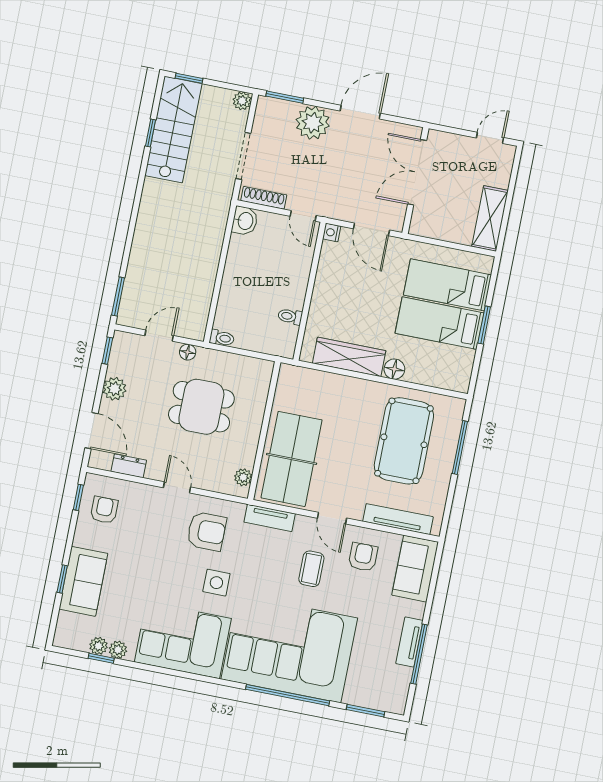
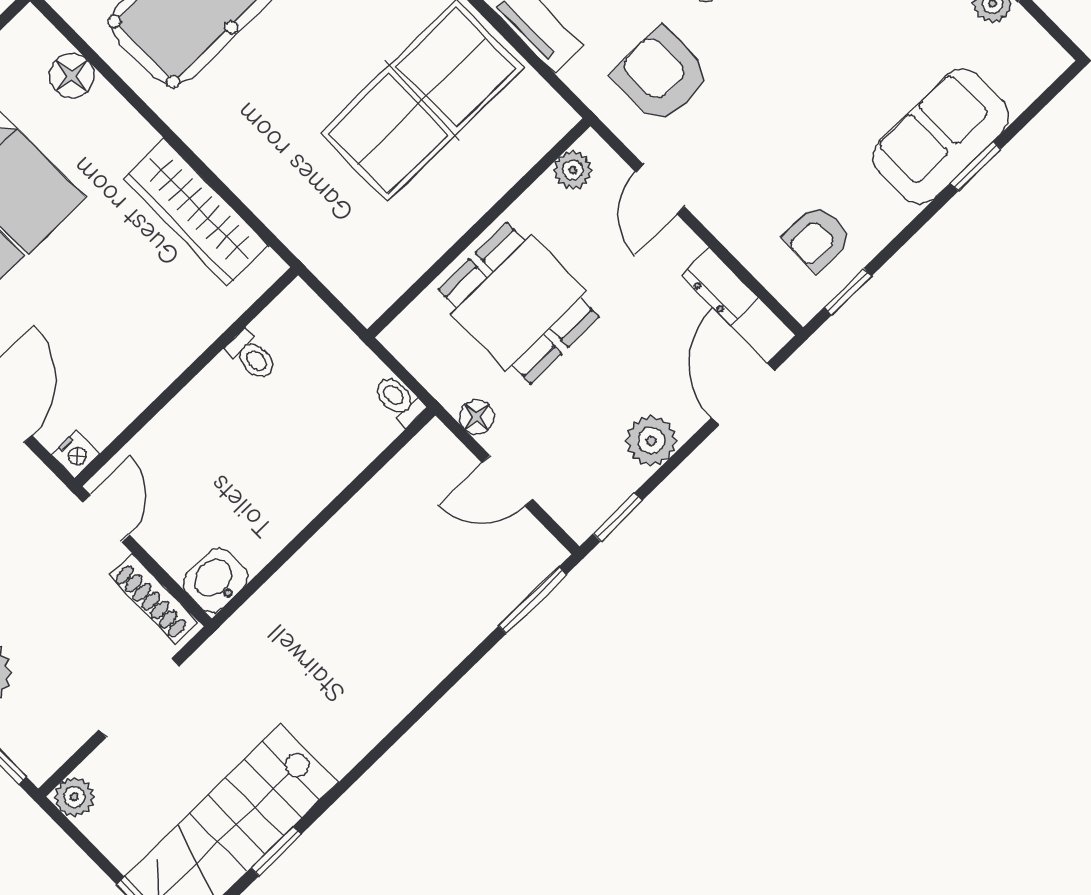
floor lamp: (394, 369) -> (72, 76), moved
wall: (264, 431) -> (479, 228), moved
plant: (243, 477) -> (573, 170), moved

